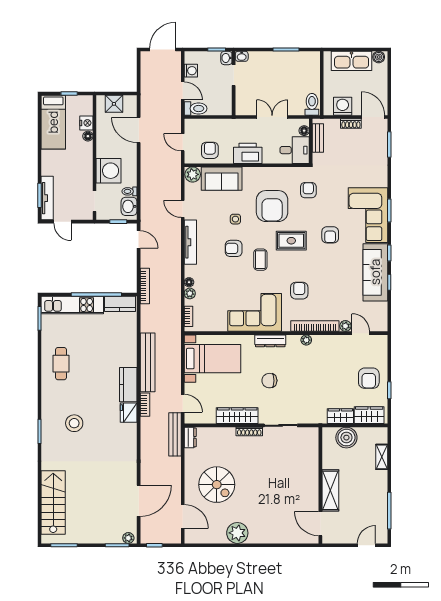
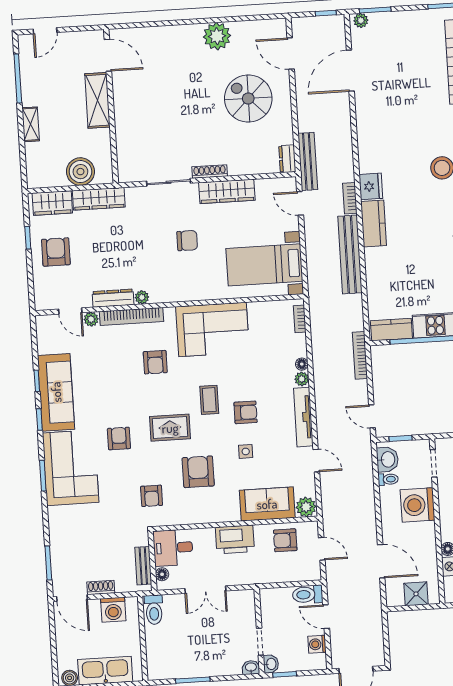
armchair: (210, 150) -> (285, 540), turned 90
armchair: (272, 206) -> (198, 472), width x0.73, depth x0.73
plant: (190, 293) -> (302, 379), moved
dresser: (270, 341) -> (113, 298), moved
wardrobe: (340, 416) -> (99, 199), width x1.50
shelving: (382, 457) -> (31, 124), moved

